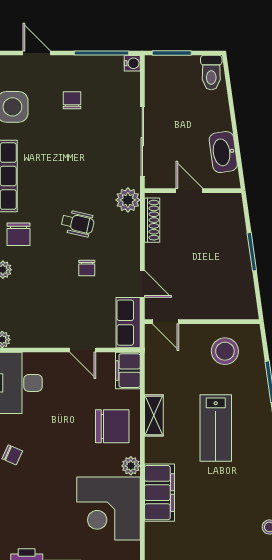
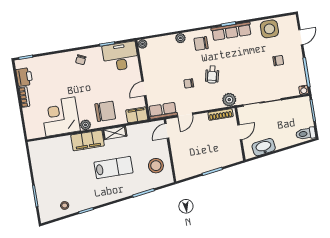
chair: (112, 426) -> (105, 111), turned -90
lab bench: (216, 428) -> (114, 167), turned 180
filing cabinet: (159, 493) -> (88, 140), moved

